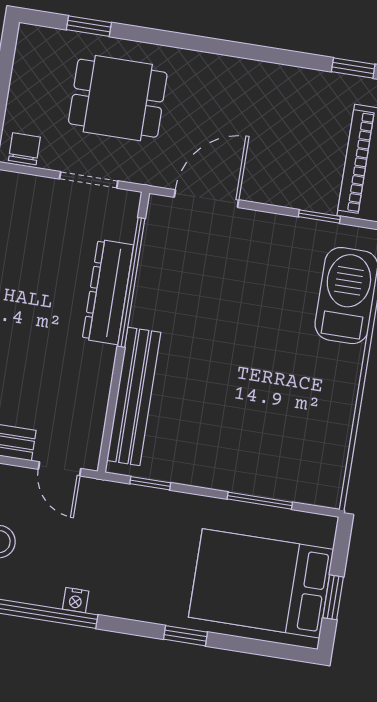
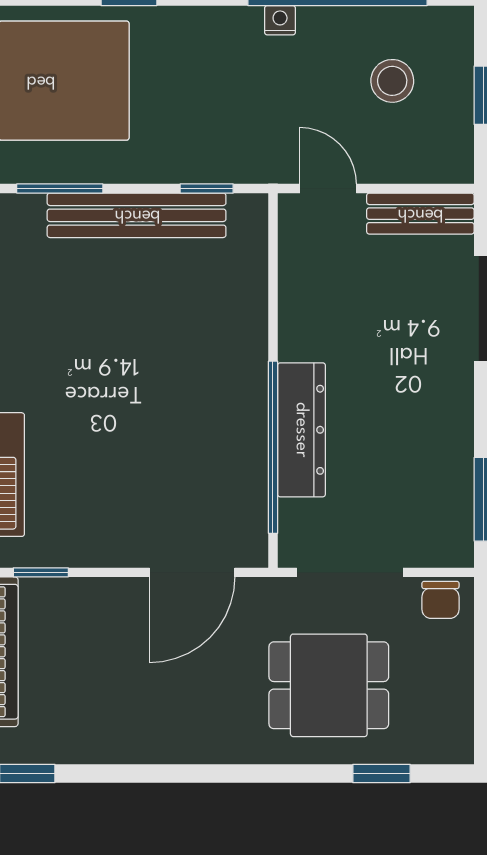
doorway: (89, 180) -> (350, 572), width x1.38
bench: (134, 396) -> (137, 215), moved, turned 90

